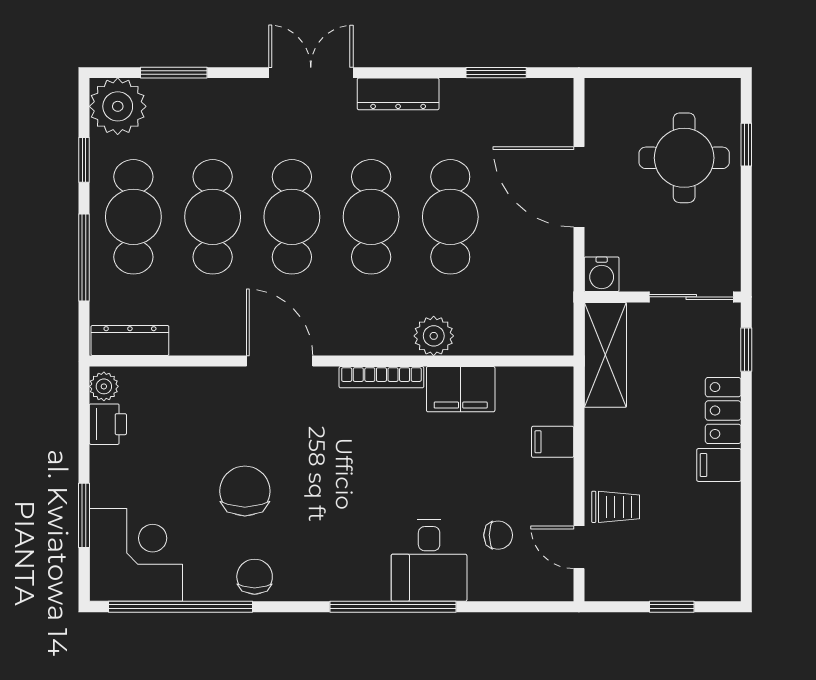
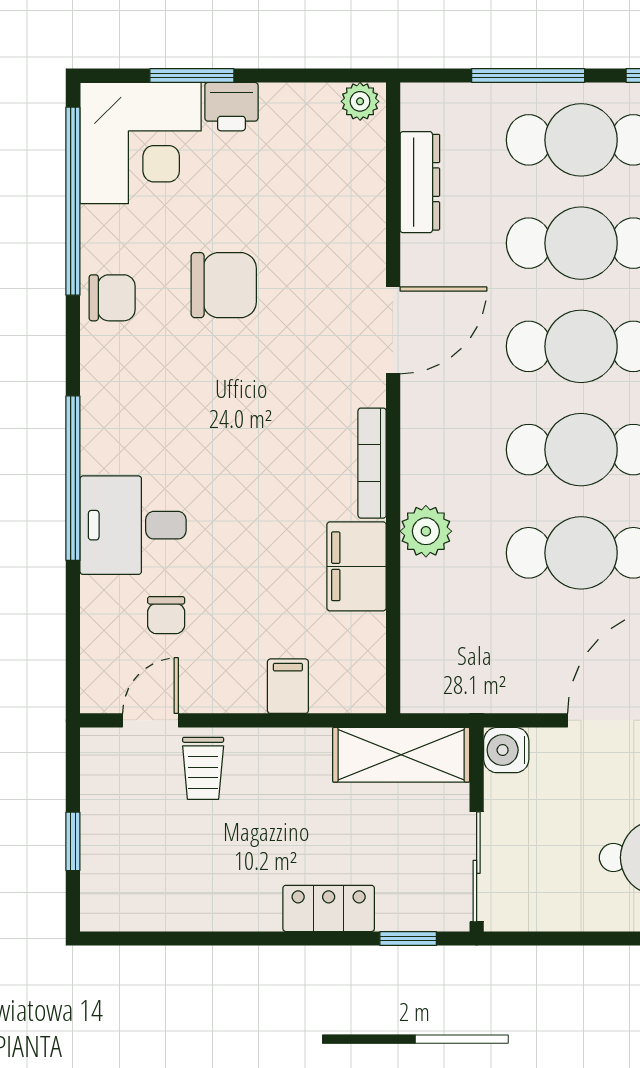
dresser: (130, 340) -> (420, 182), moved
printer: (108, 424) -> (231, 107), moved
filing cabinet: (719, 465) -> (258, 903), removed

